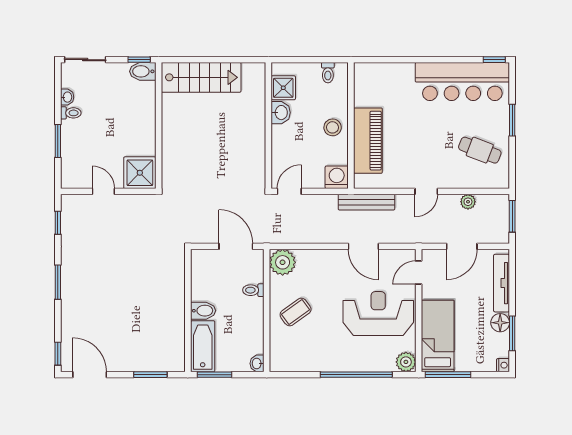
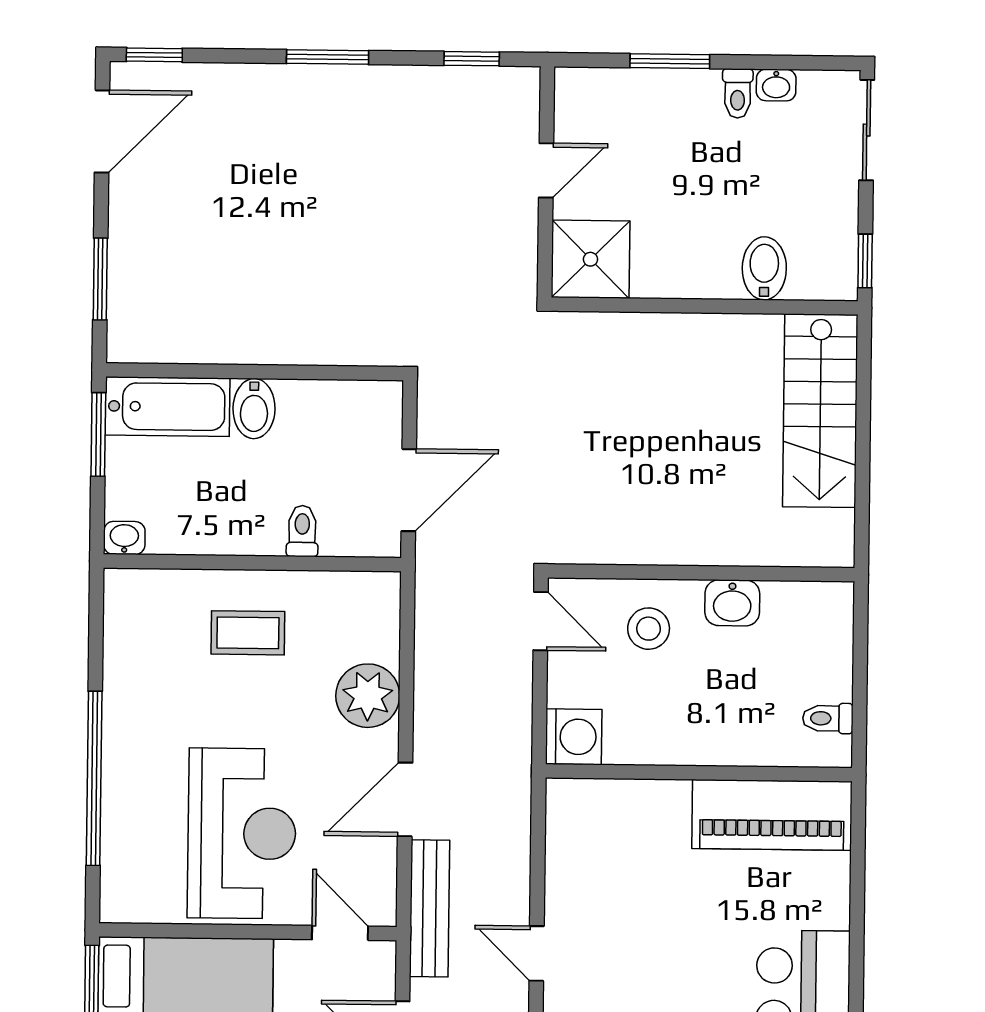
bidet: (143, 71) -> (764, 268), moved
shower: (283, 88) -> (792, 610), removed
stool: (333, 127) -> (649, 629), moved
piano: (368, 141) -> (772, 815), moved
bench: (367, 202) -> (430, 908), moved
plant: (283, 262) -> (368, 696), moved
coffee table: (296, 312) -> (248, 633), turned -54
plant: (406, 362) -> (124, 899), removed

